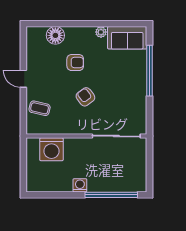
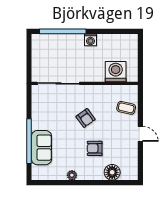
sofa: (127, 38) -> (41, 148), moved, turned 90

